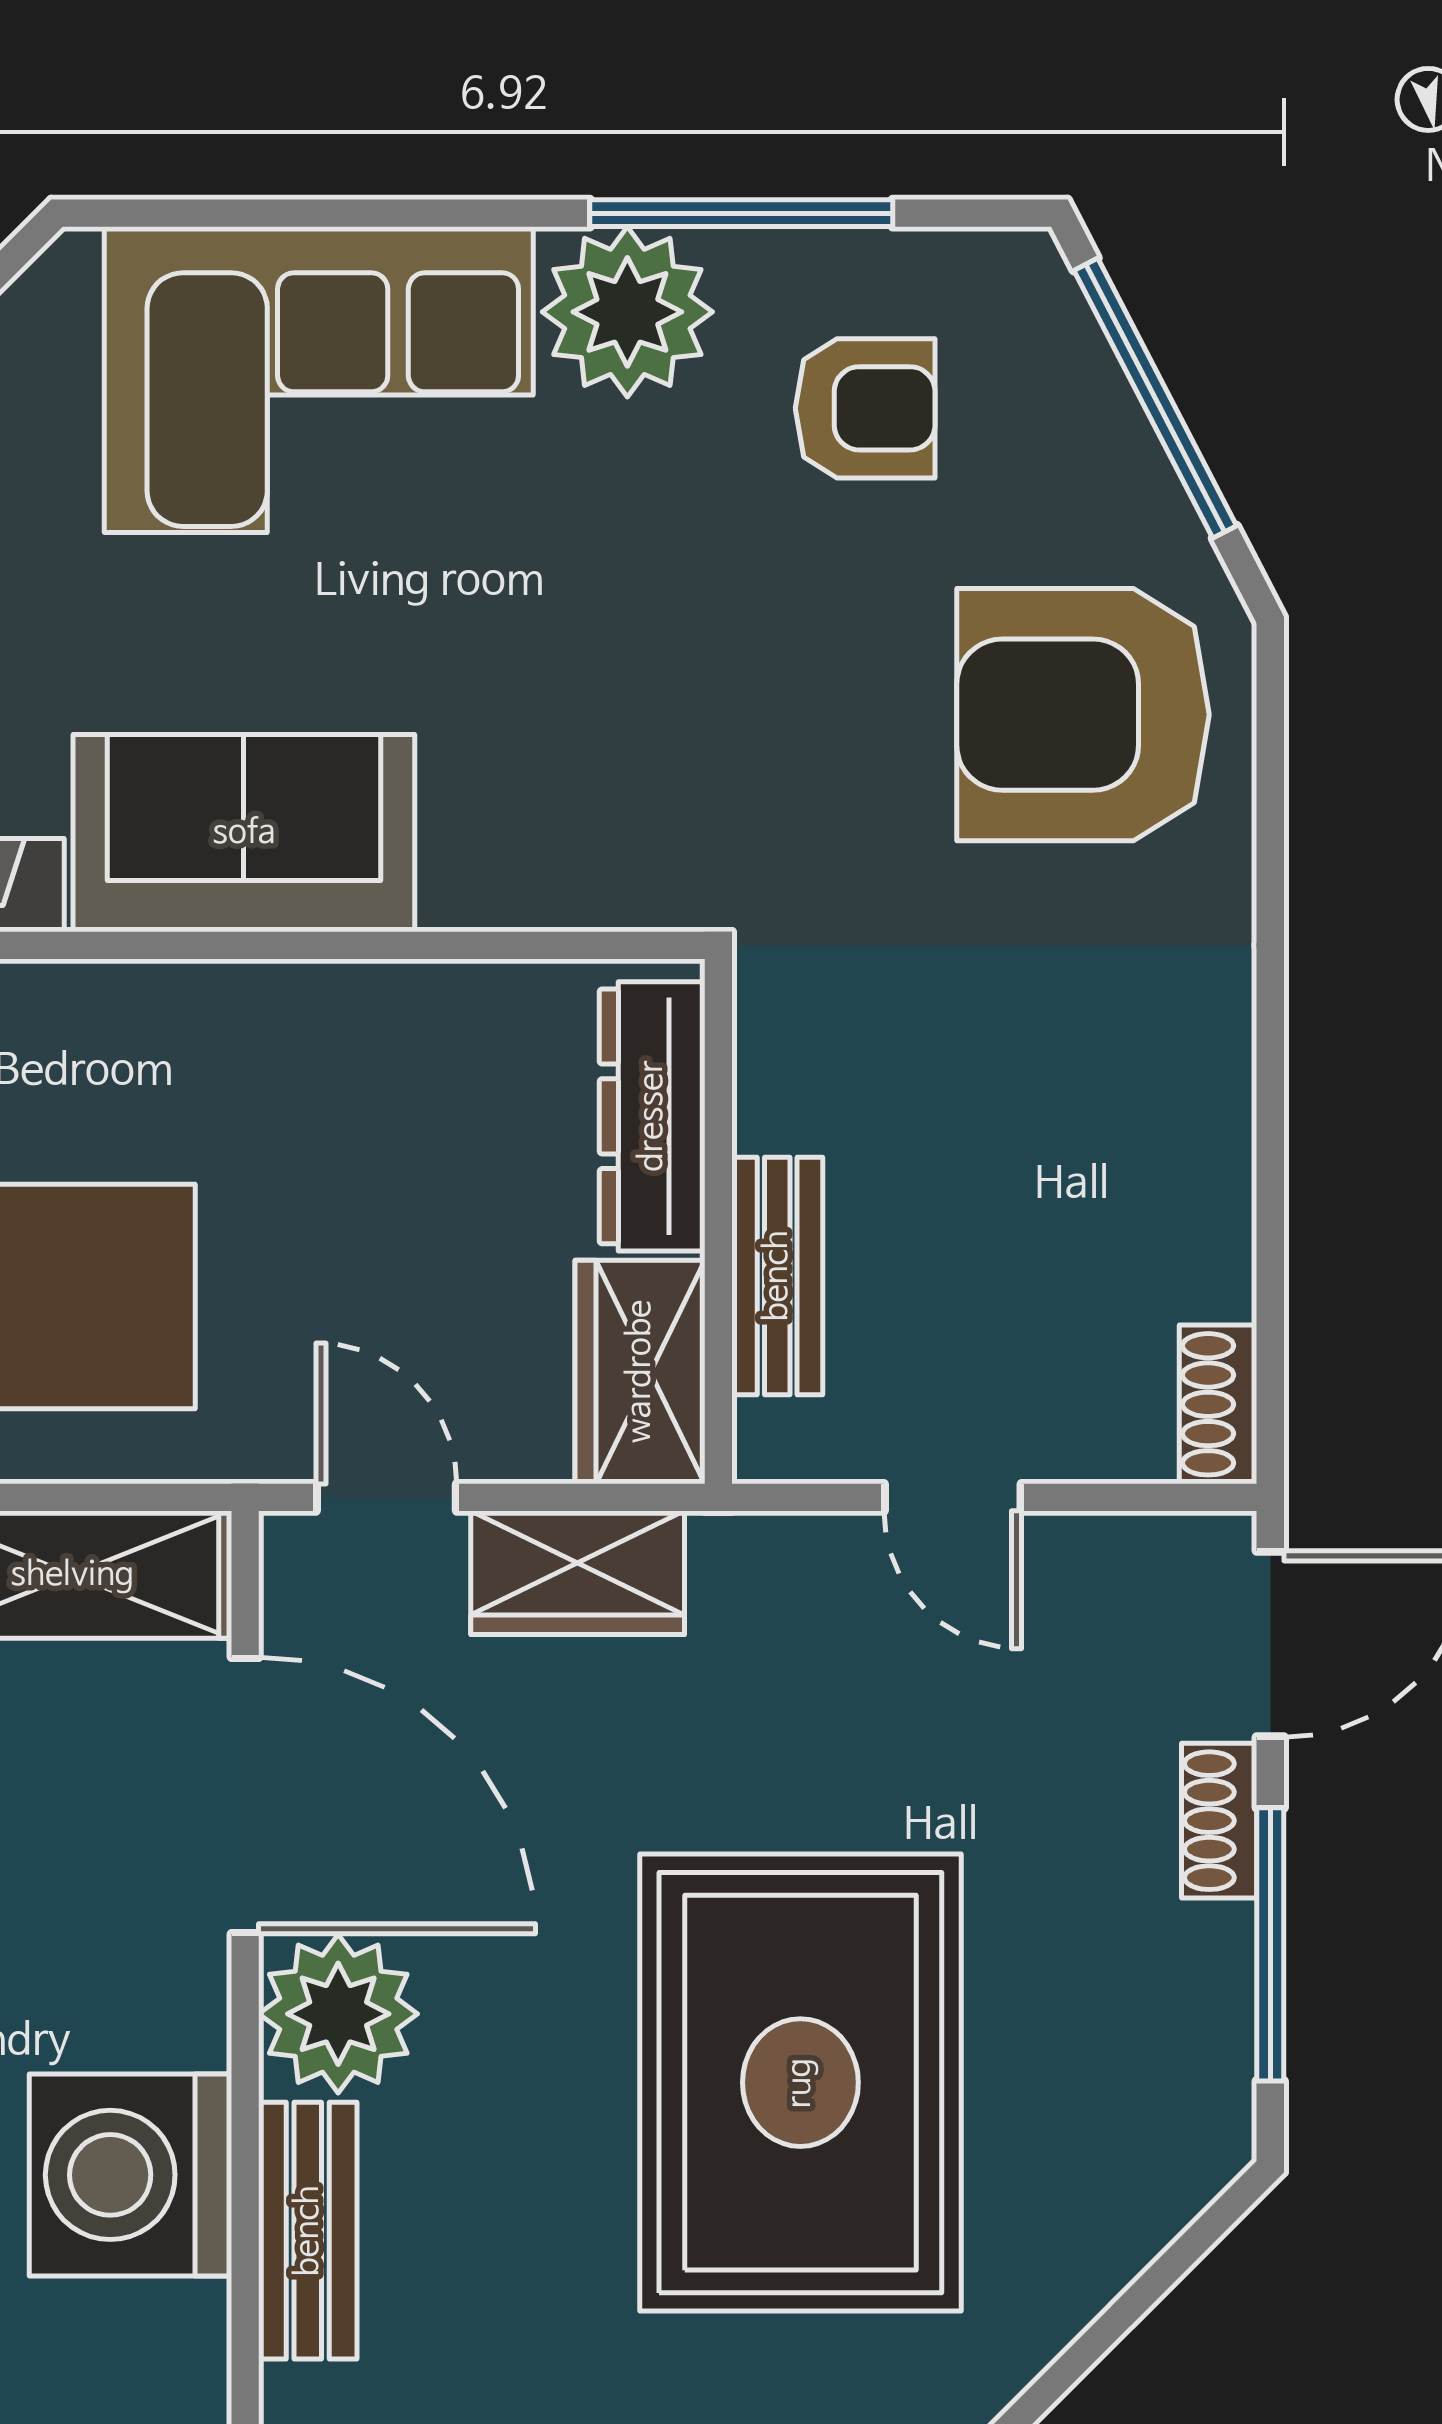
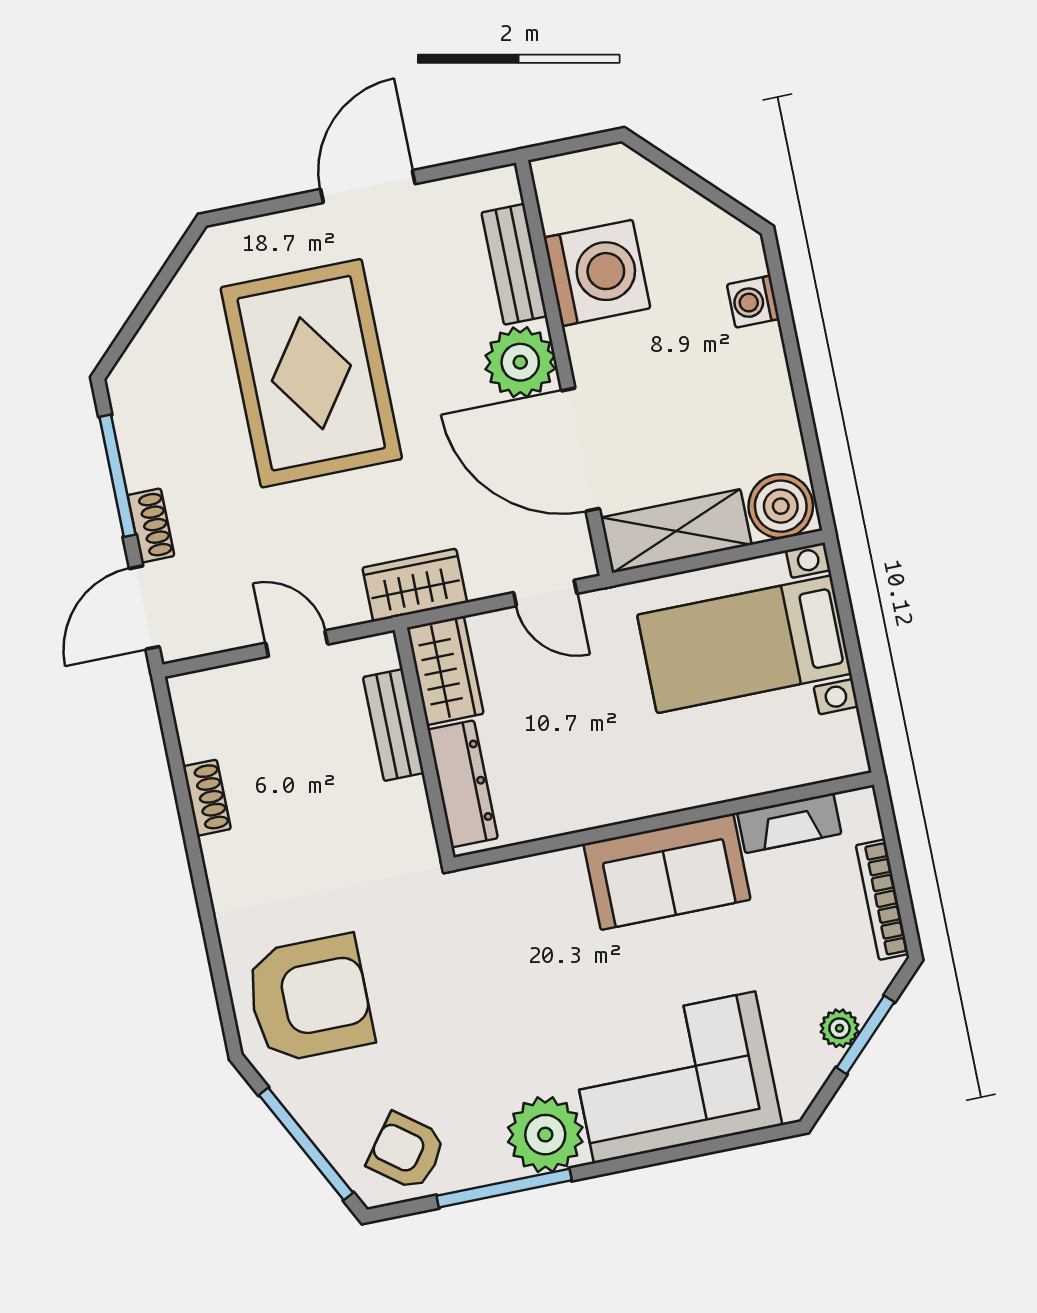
armchair: (865, 408) -> (406, 1151), moved, turned 37
shoe rack: (1218, 1404) -> (207, 798), moved
wardrobe: (578, 1573) -> (415, 585), moved

